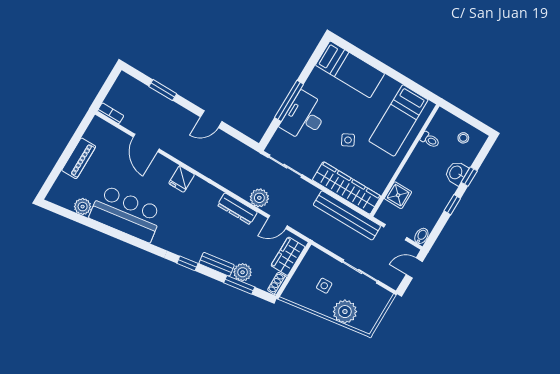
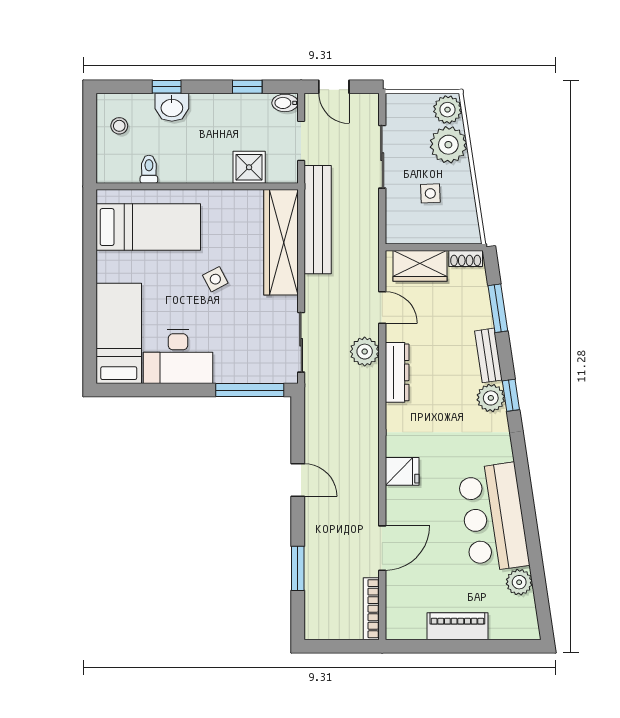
window: (289, 101) -> (250, 390), moved
bookcase: (111, 113) -> (371, 609), width x1.56
desk: (304, 117) -> (178, 356), moved
window: (452, 205) -> (247, 87), moved
plant: (243, 272) -> (491, 398), moved
plant: (364, 323) -> (448, 110), added

